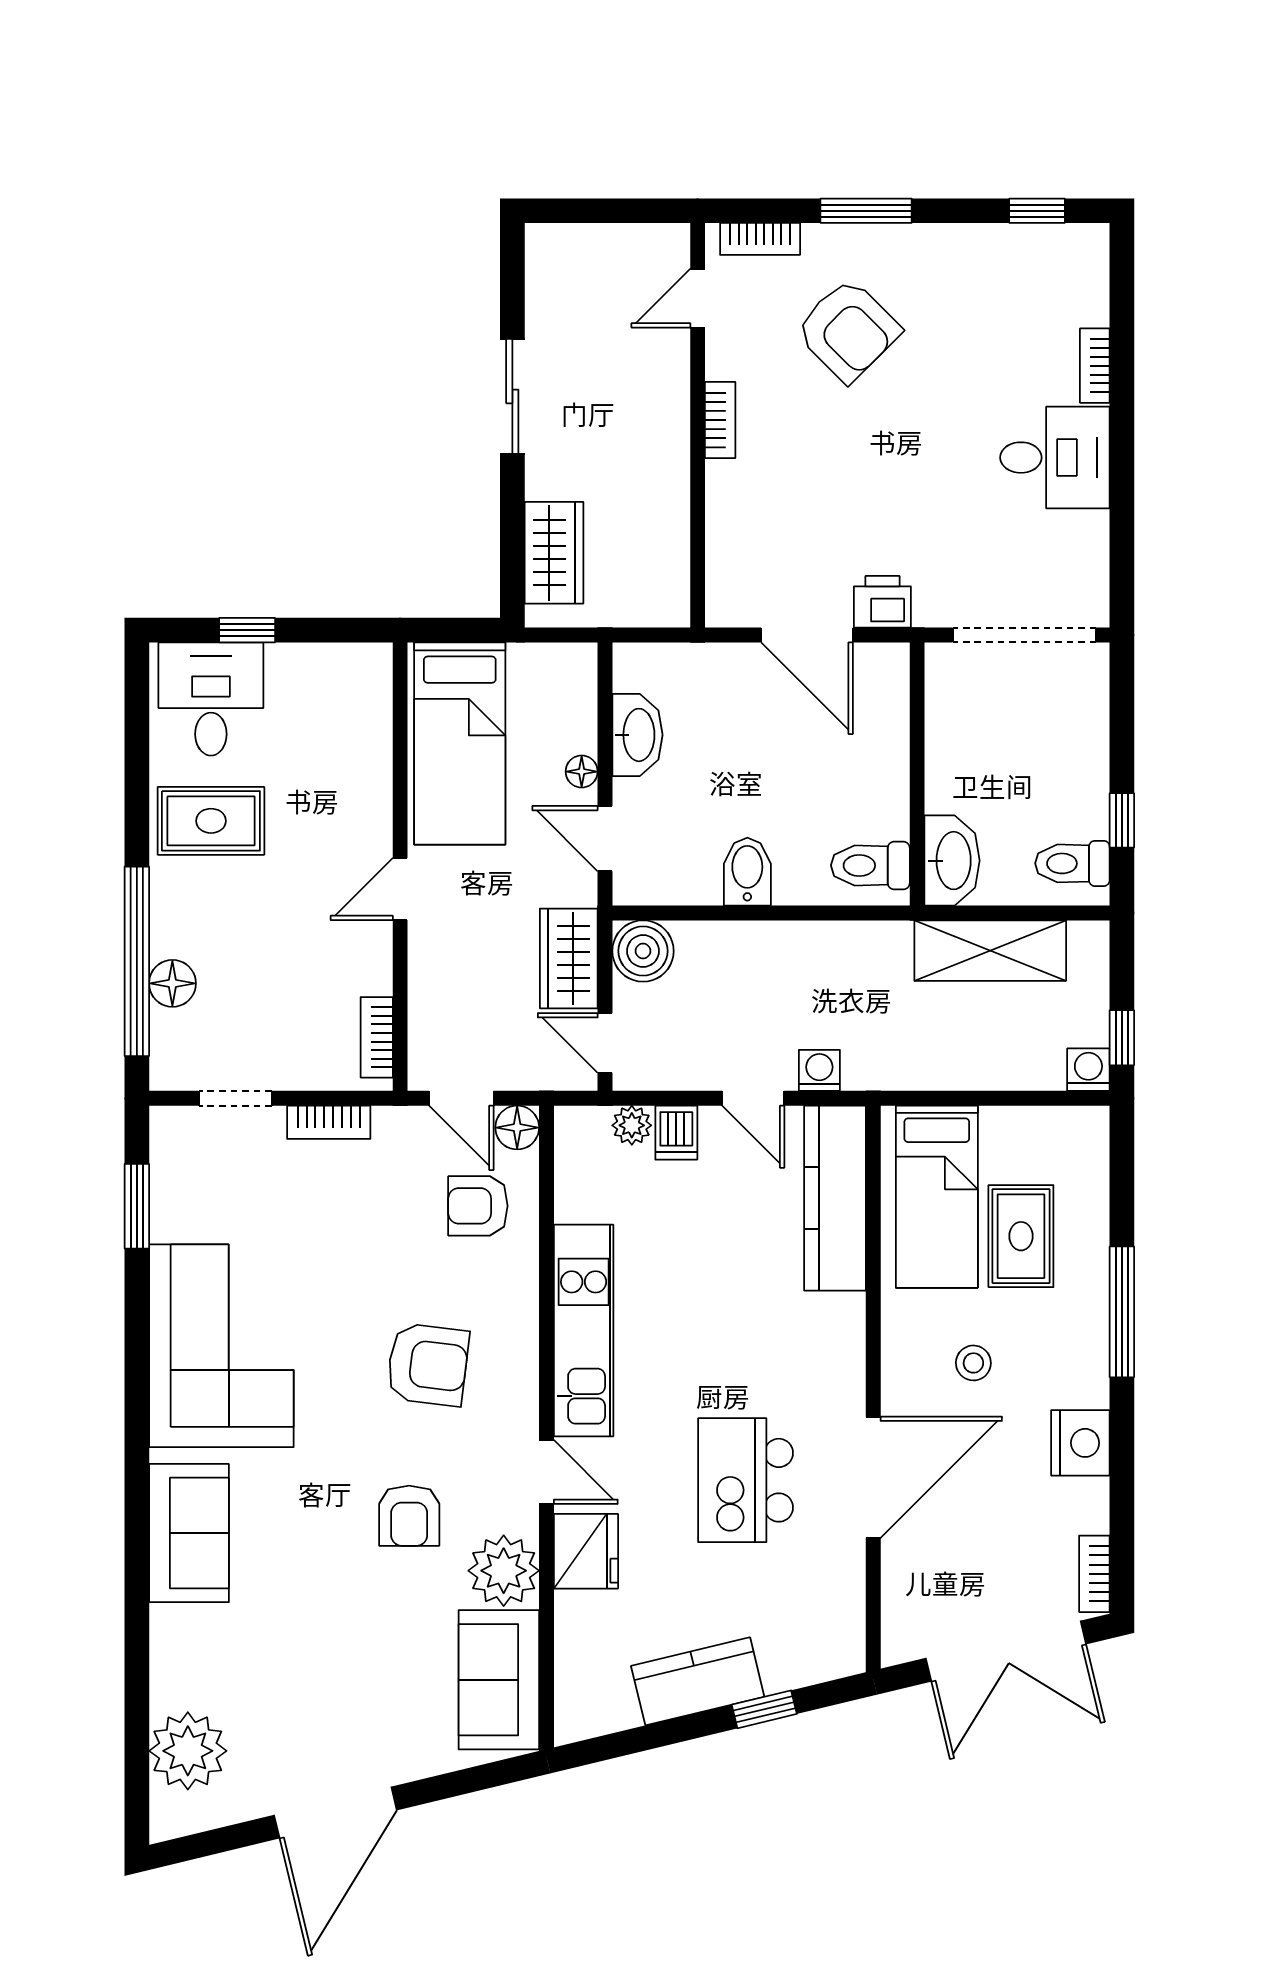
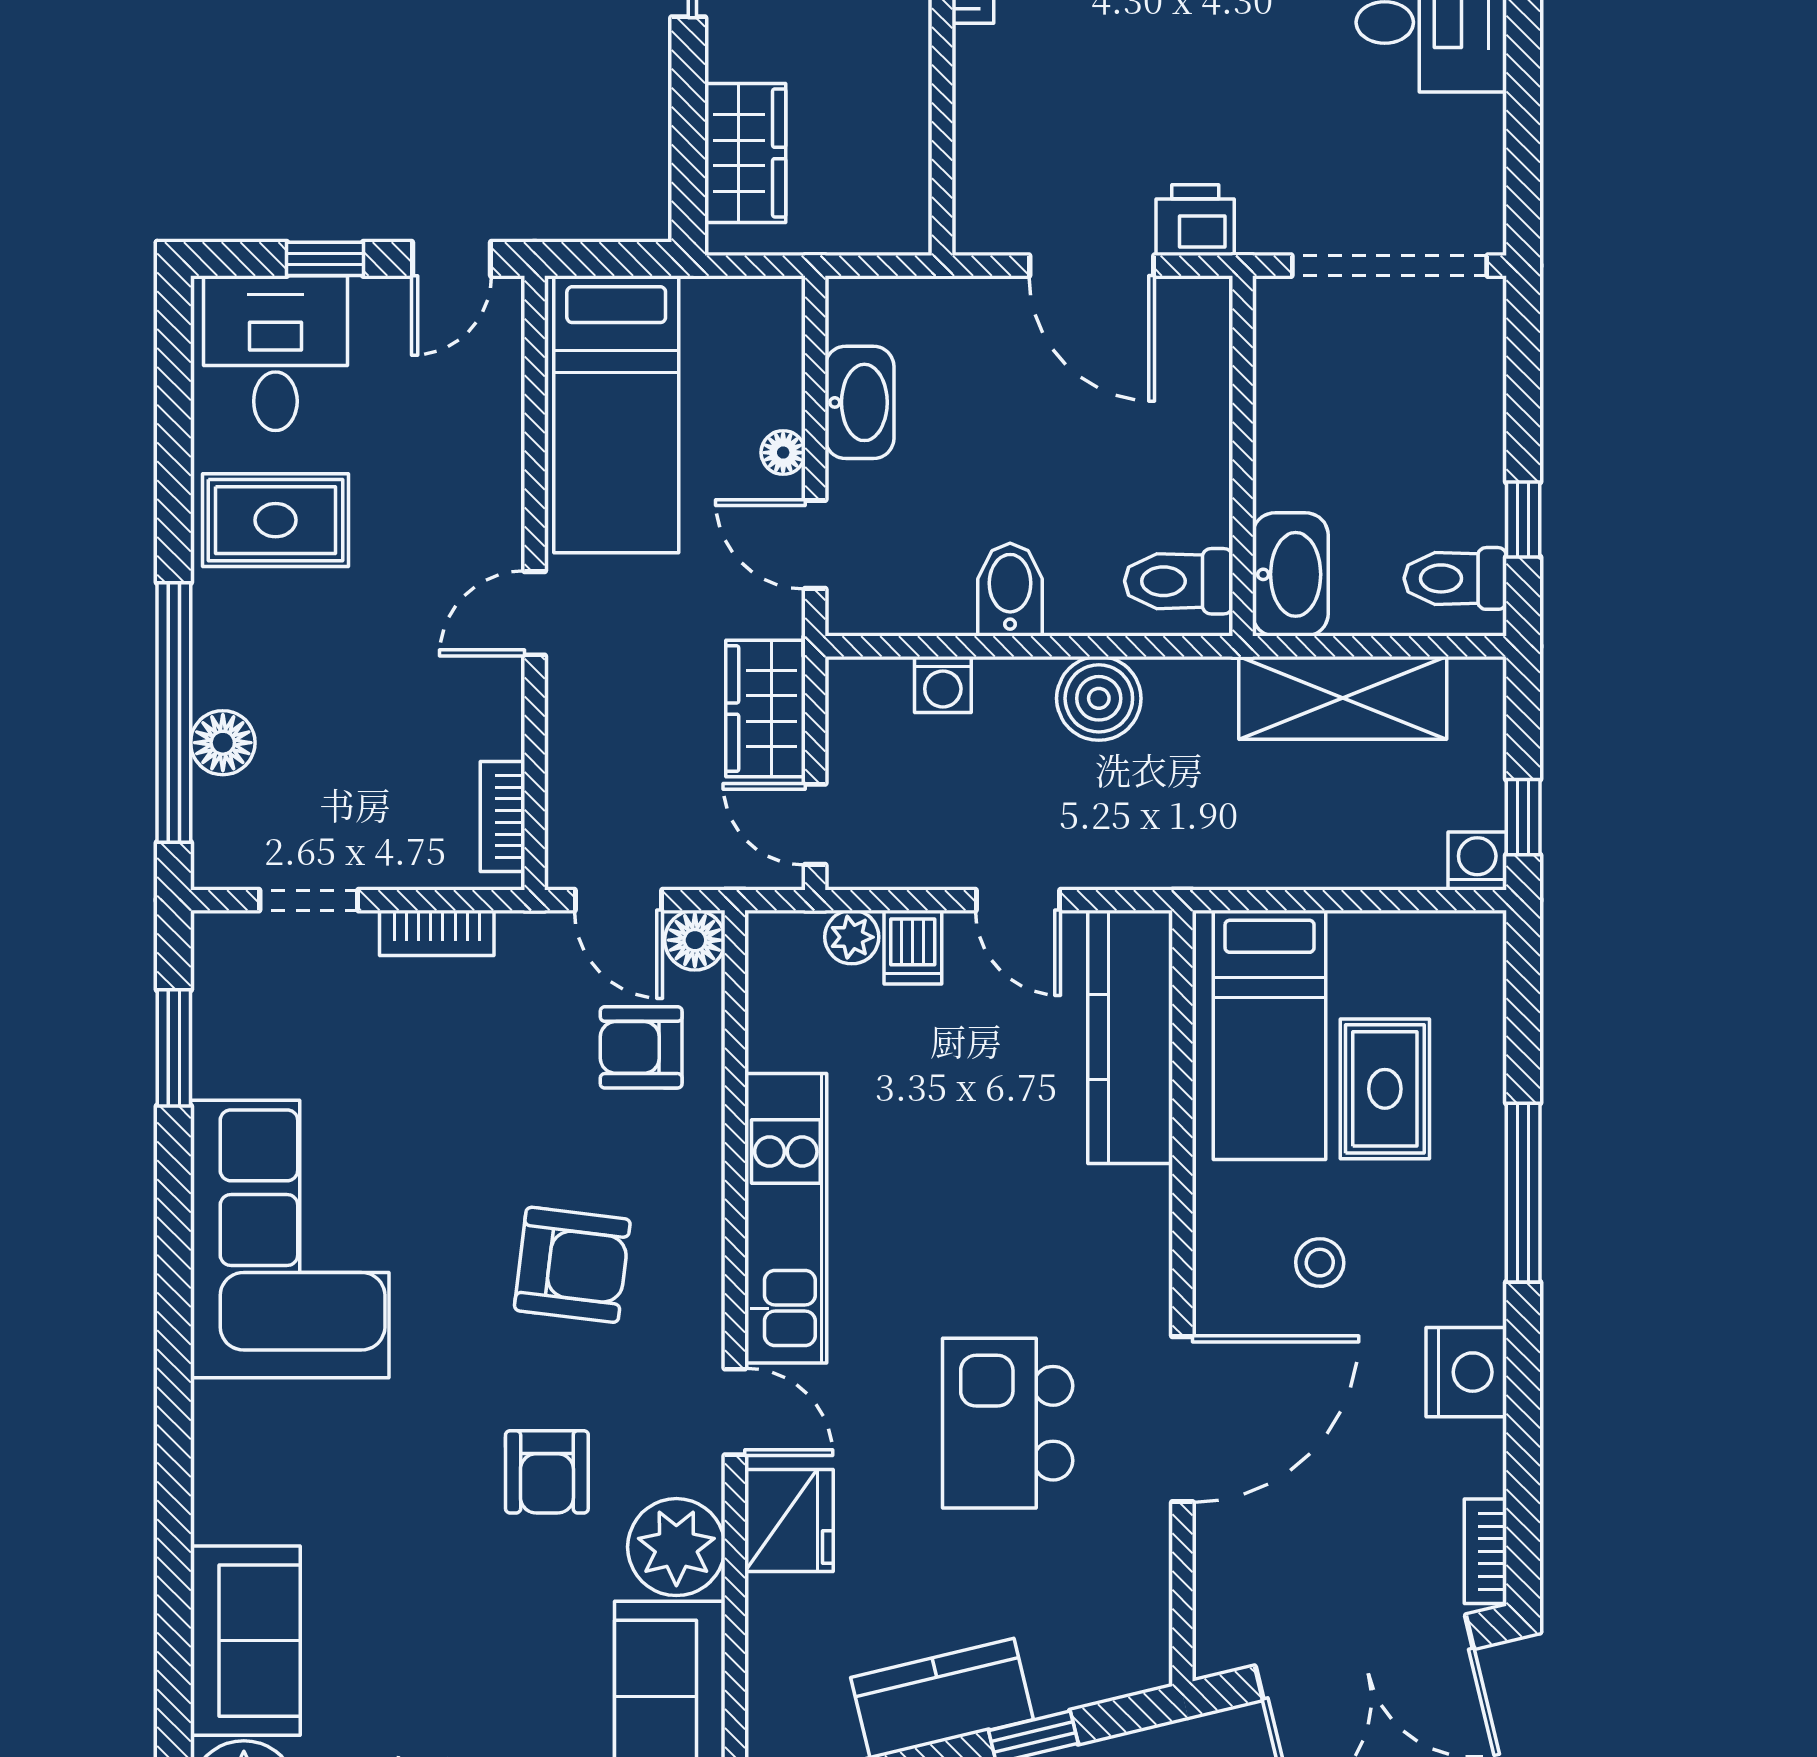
door: (339, 630) -> (452, 259), added
boiler: (643, 951) -> (1099, 698), moved
washing machine: (819, 1070) -> (943, 684), moved, turned 180
sofa: (189, 1533) -> (245, 1641), moved

